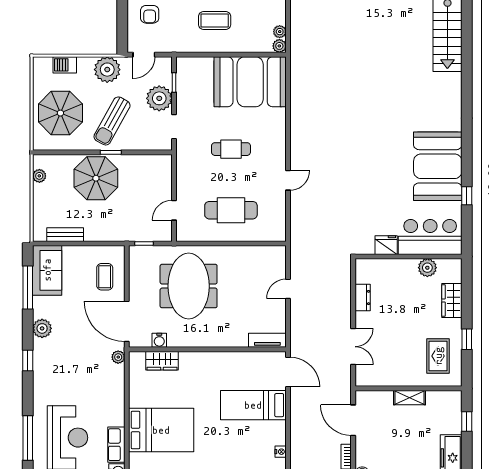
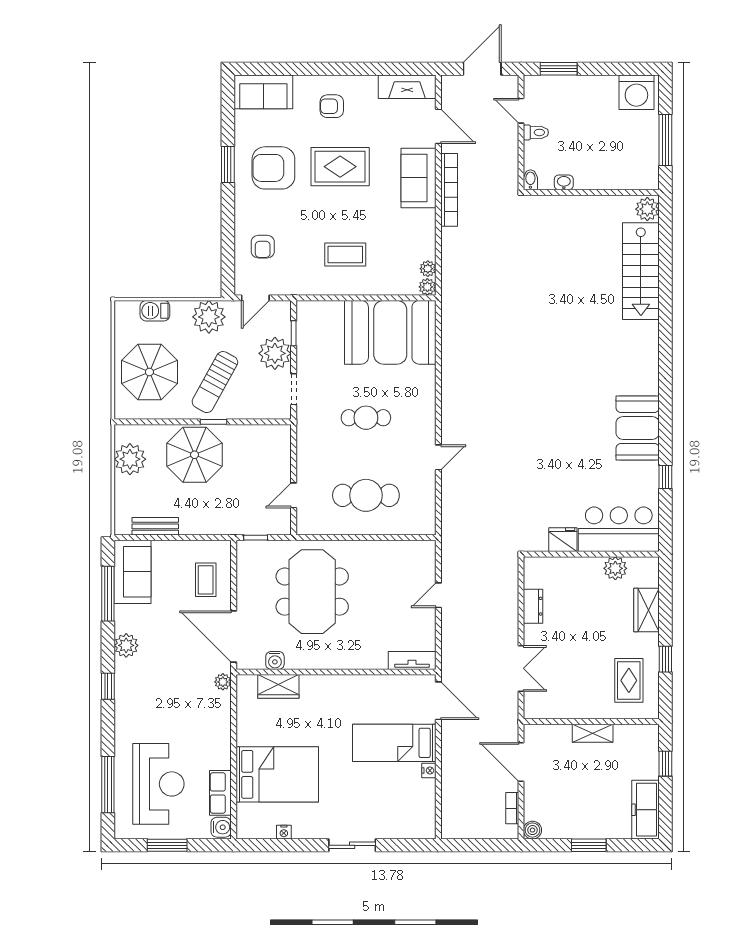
booth: (438, 166) -> (638, 428), width x0.73, depth x0.70
plant: (39, 176) -> (130, 459), width x1.87, depth x1.87
nightstand: (281, 452) -> (429, 771), moved

